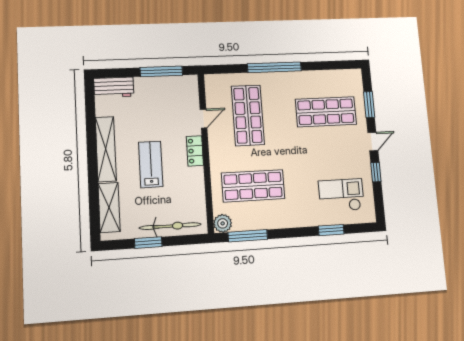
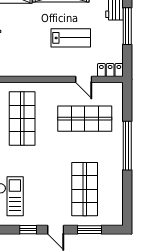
window: (161, 71) -> (127, 26), moved
locker: (195, 151) -> (110, 70), moved
lab bench: (151, 164) -> (71, 38), moved

